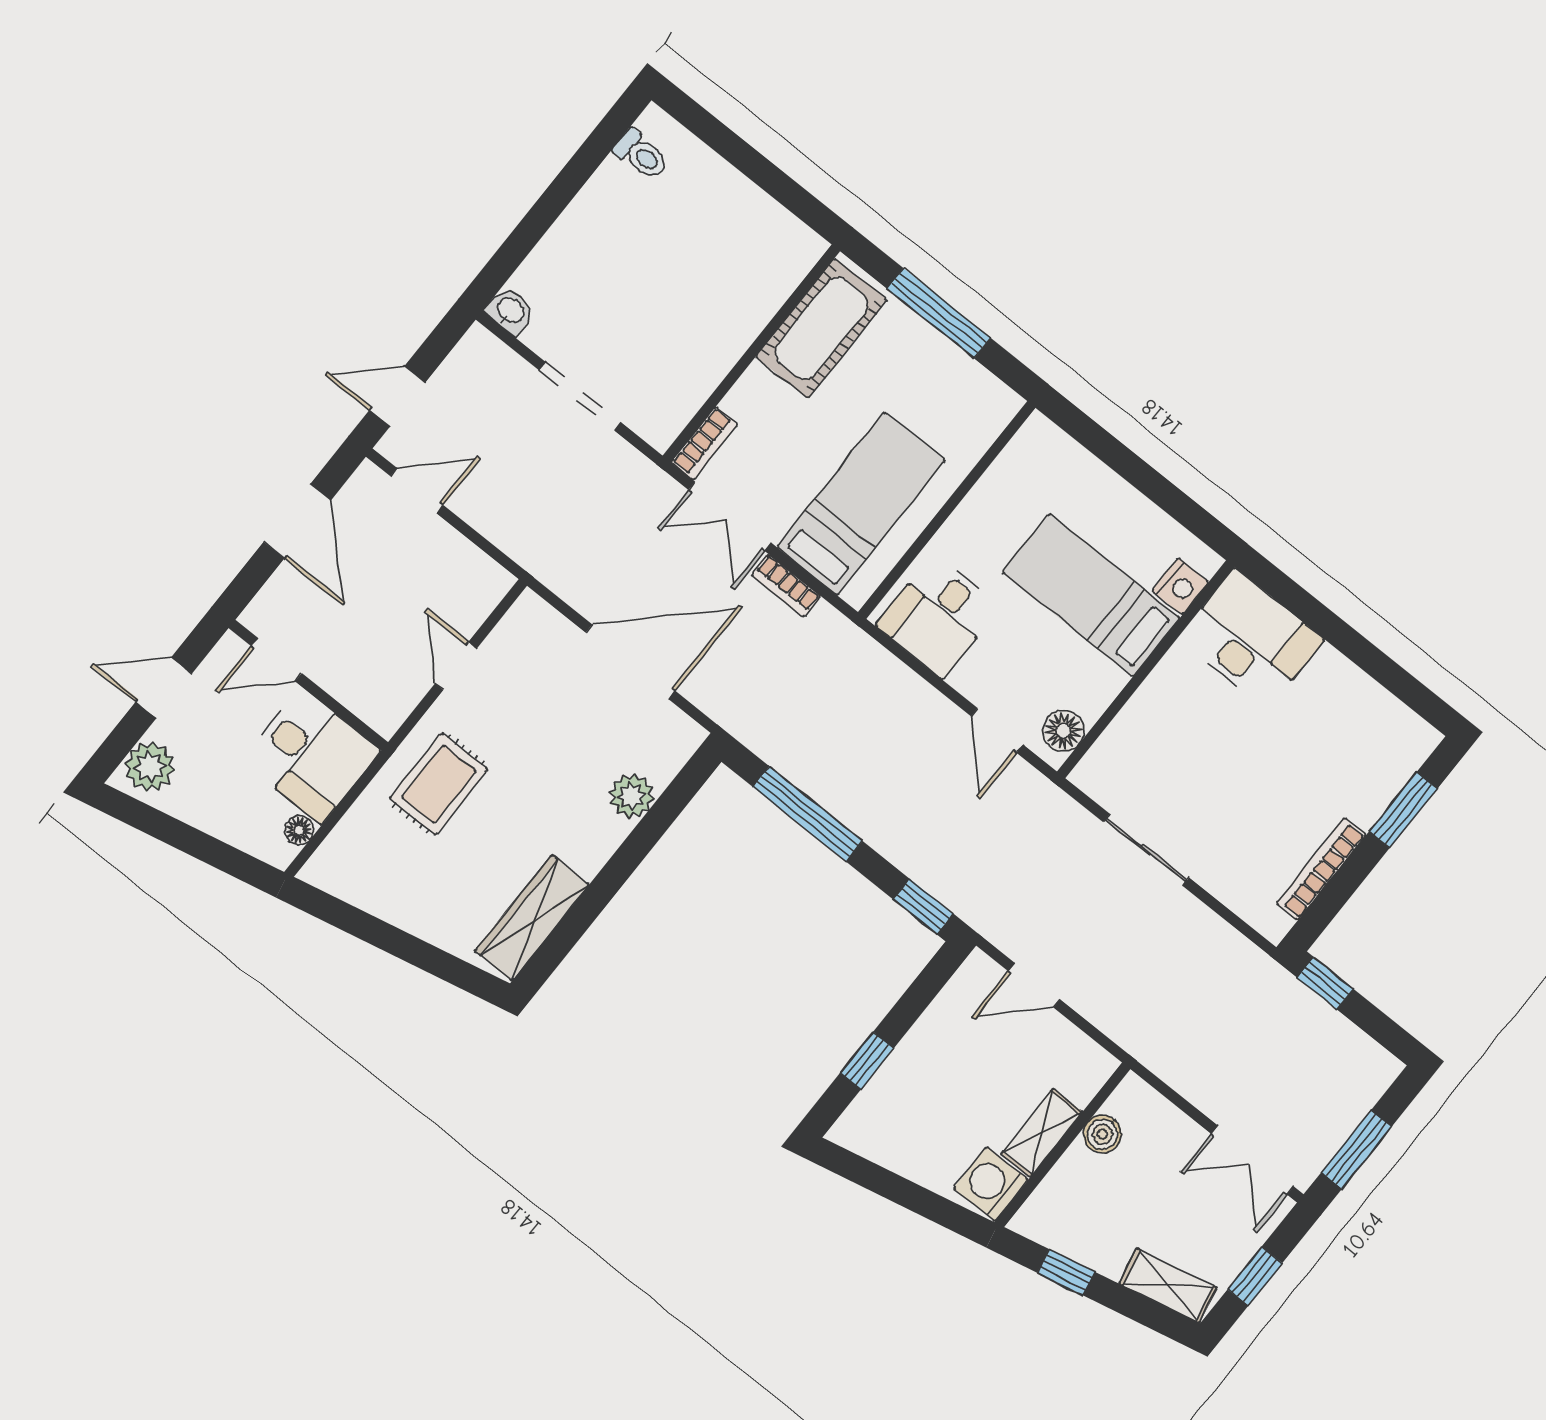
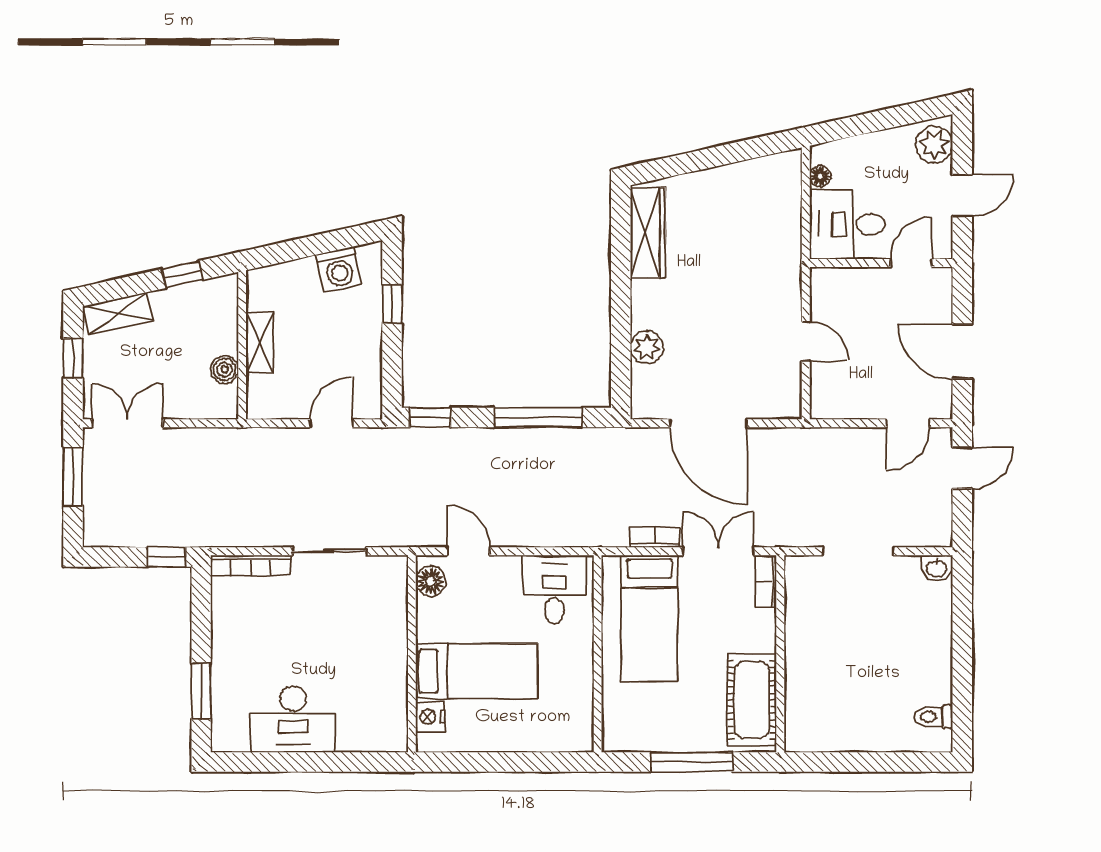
desk: (1251, 639) -> (293, 719), moved
door: (630, 662) -> (708, 423), hinge flipped
rug: (439, 784) -> (762, 266), removed
bookcase: (1321, 869) -> (251, 565), moved, turned 90
washing machine: (991, 1184) -> (339, 270), moved, turned 78

